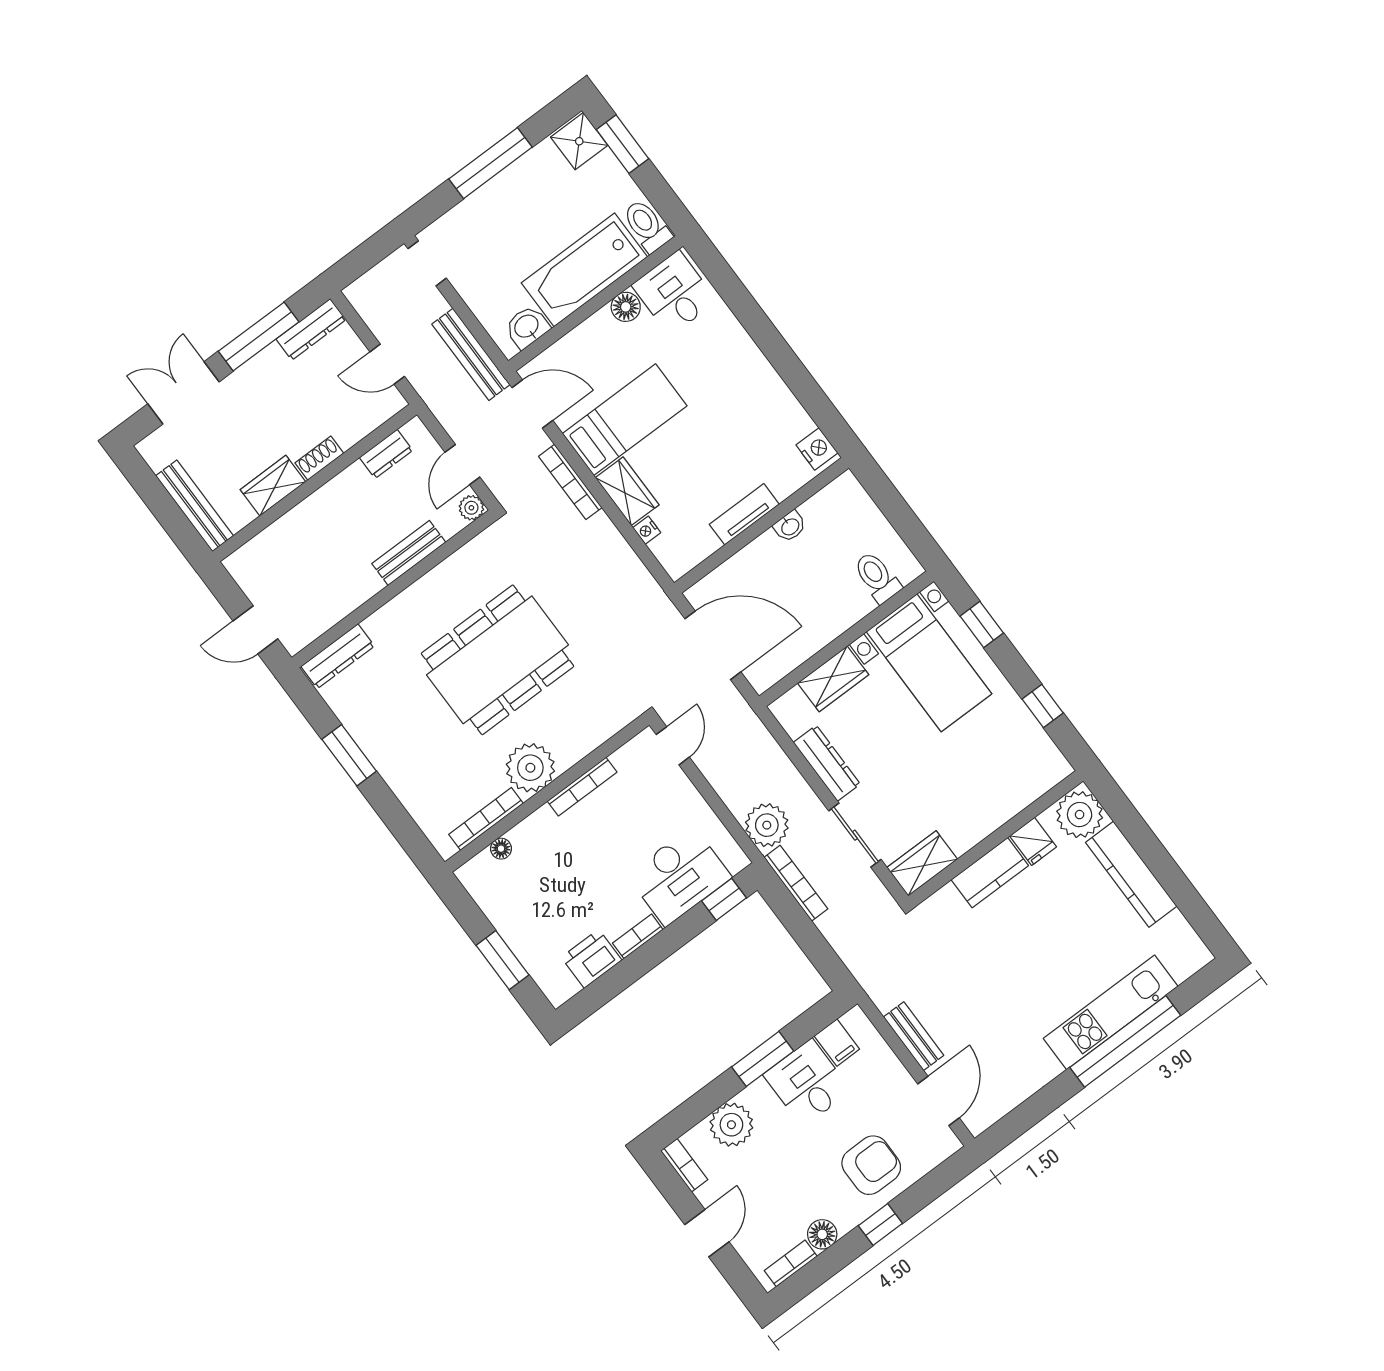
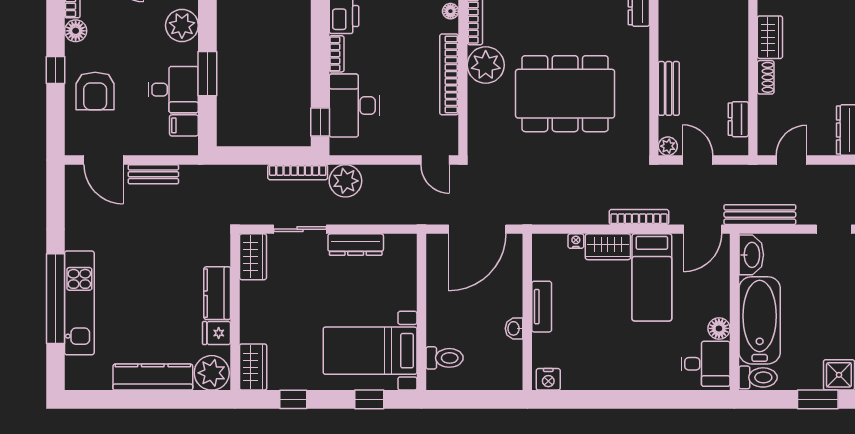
washbasin: (527, 327) -> (751, 255), width x1.38
dining table: (498, 660) -> (565, 94), turned 90
wardrobe: (833, 679) -> (253, 367), moved, turned 180
bookcase: (582, 787) -> (449, 74), width x1.48, depth x1.31

